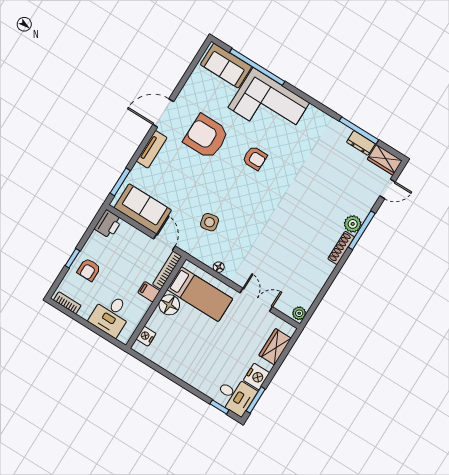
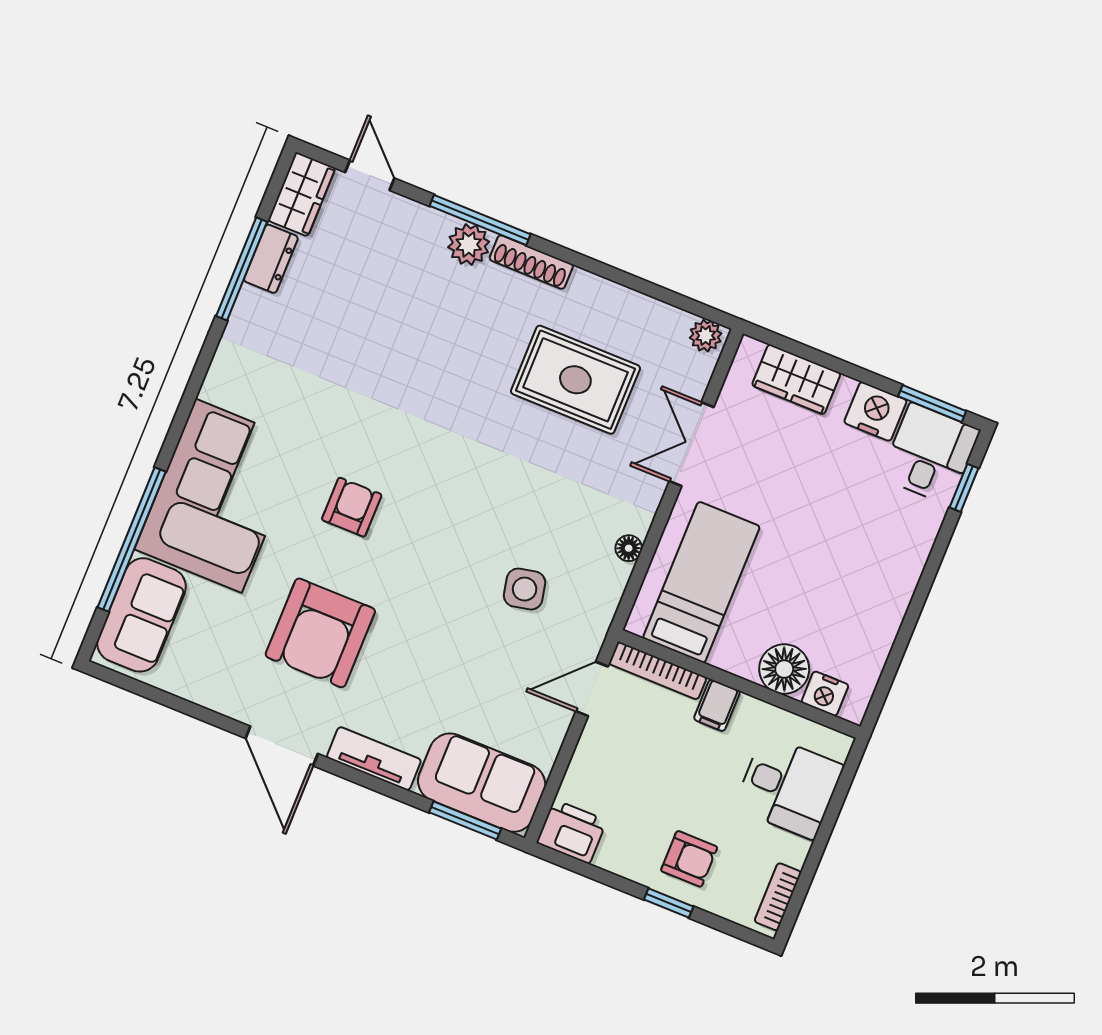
sofa: (143, 209) -> (482, 783), moved, turned 90
rug: (290, 258) -> (575, 380), added
floor lamp: (169, 305) -> (784, 669), moved

